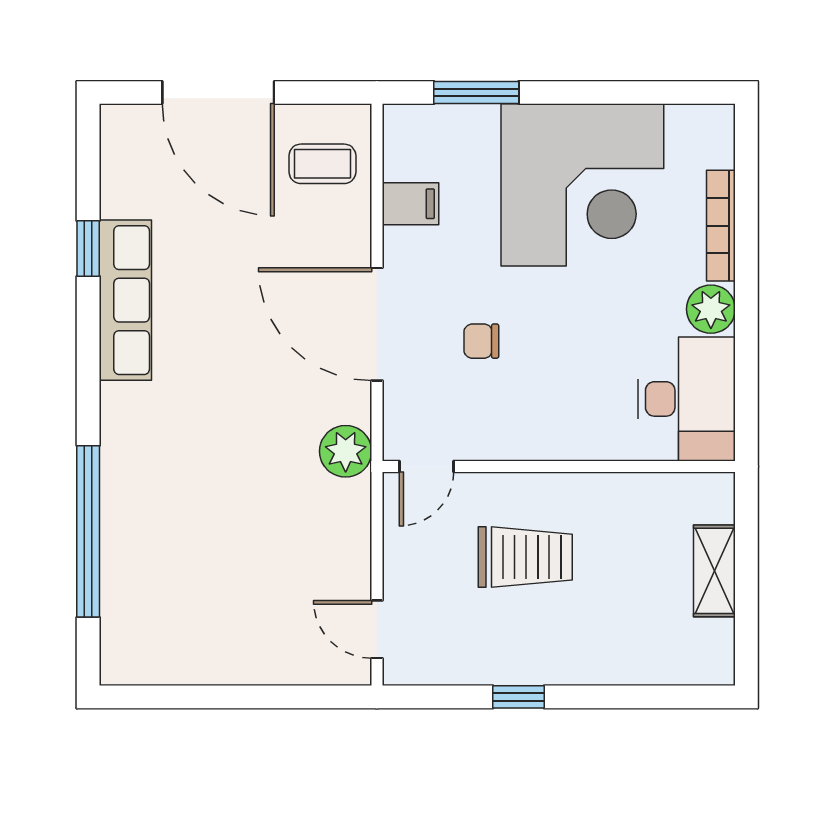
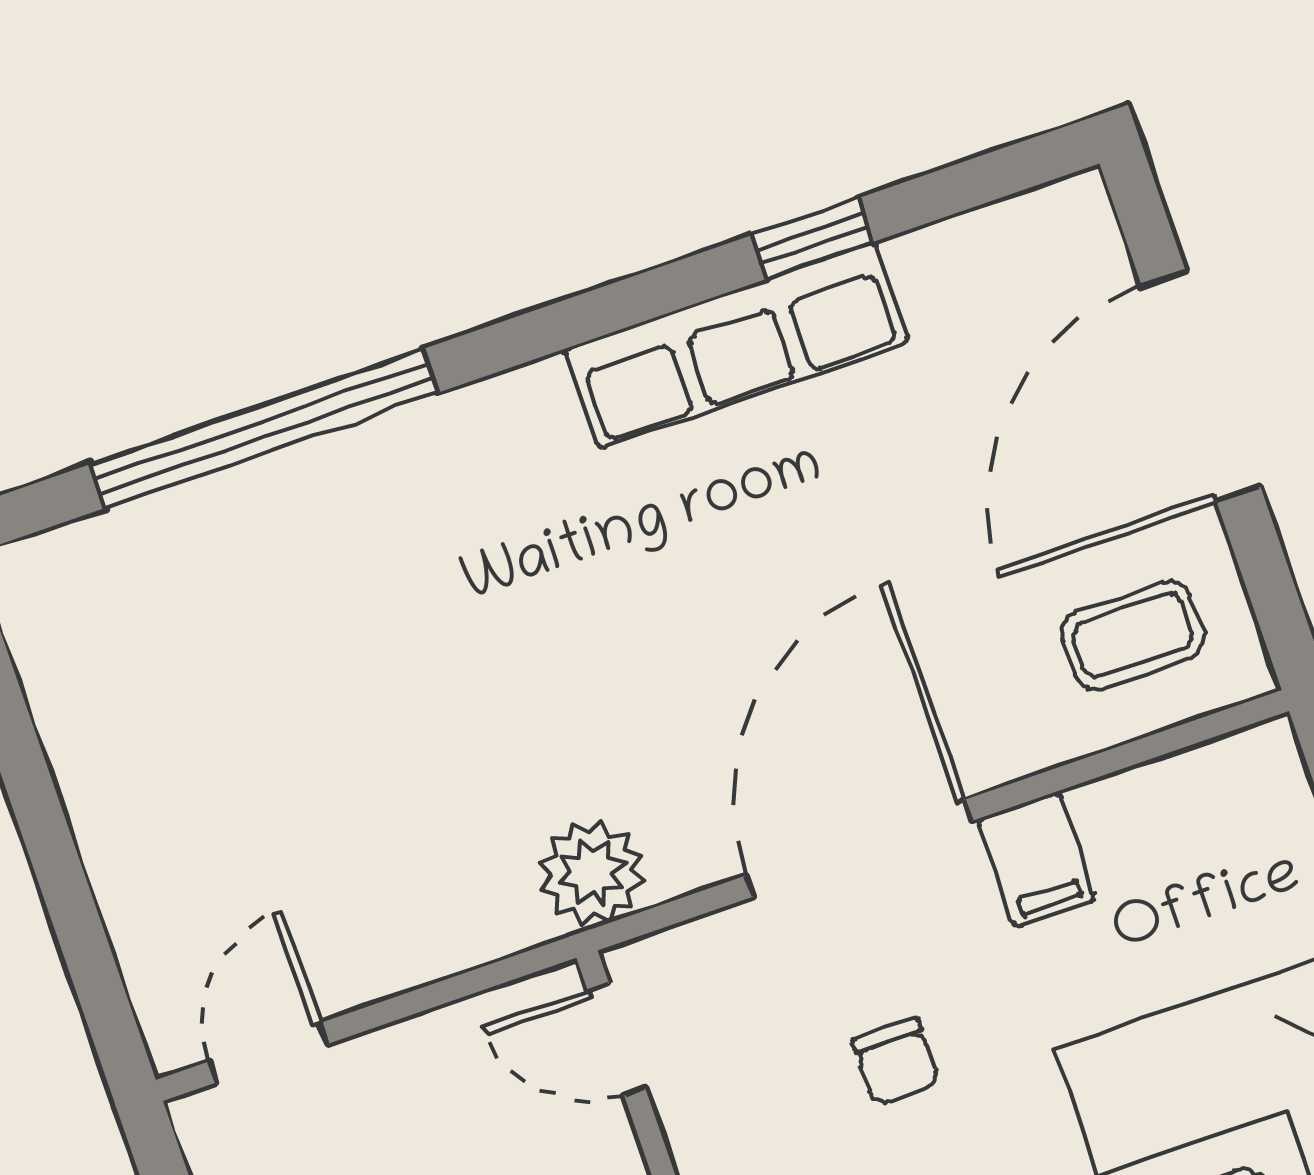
coffee table: (322, 164) -> (1133, 635), turned 90
filing cabinet: (410, 204) -> (1037, 859), moved
chair: (481, 341) -> (896, 1062), turned 180

